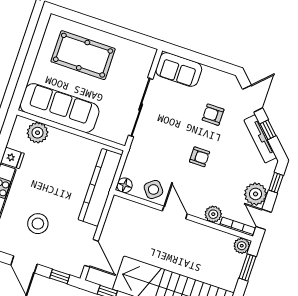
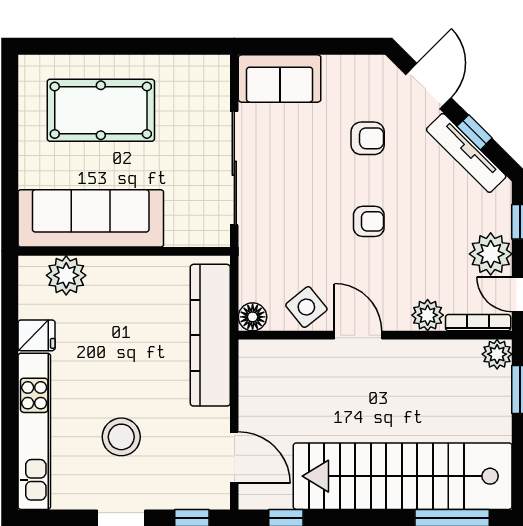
armchair: (213, 115) -> (368, 138), turned 180

